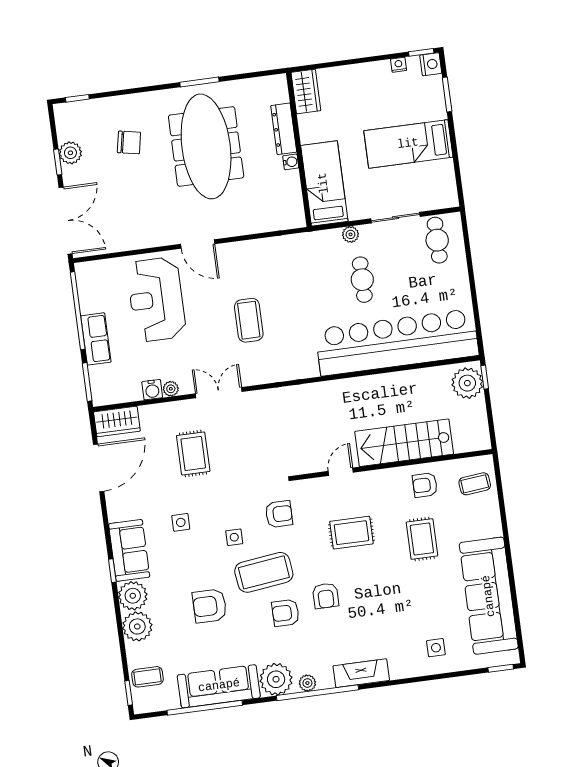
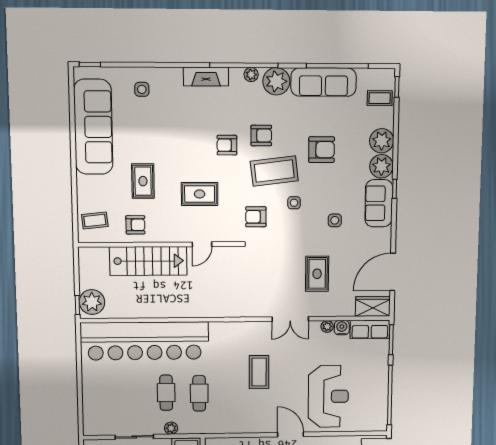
cafe table: (437, 240) -> (199, 393), moved
row of seats: (96, 339) -> (370, 329), moved, turned -90
armchair: (326, 596) -> (227, 145), turned -90

